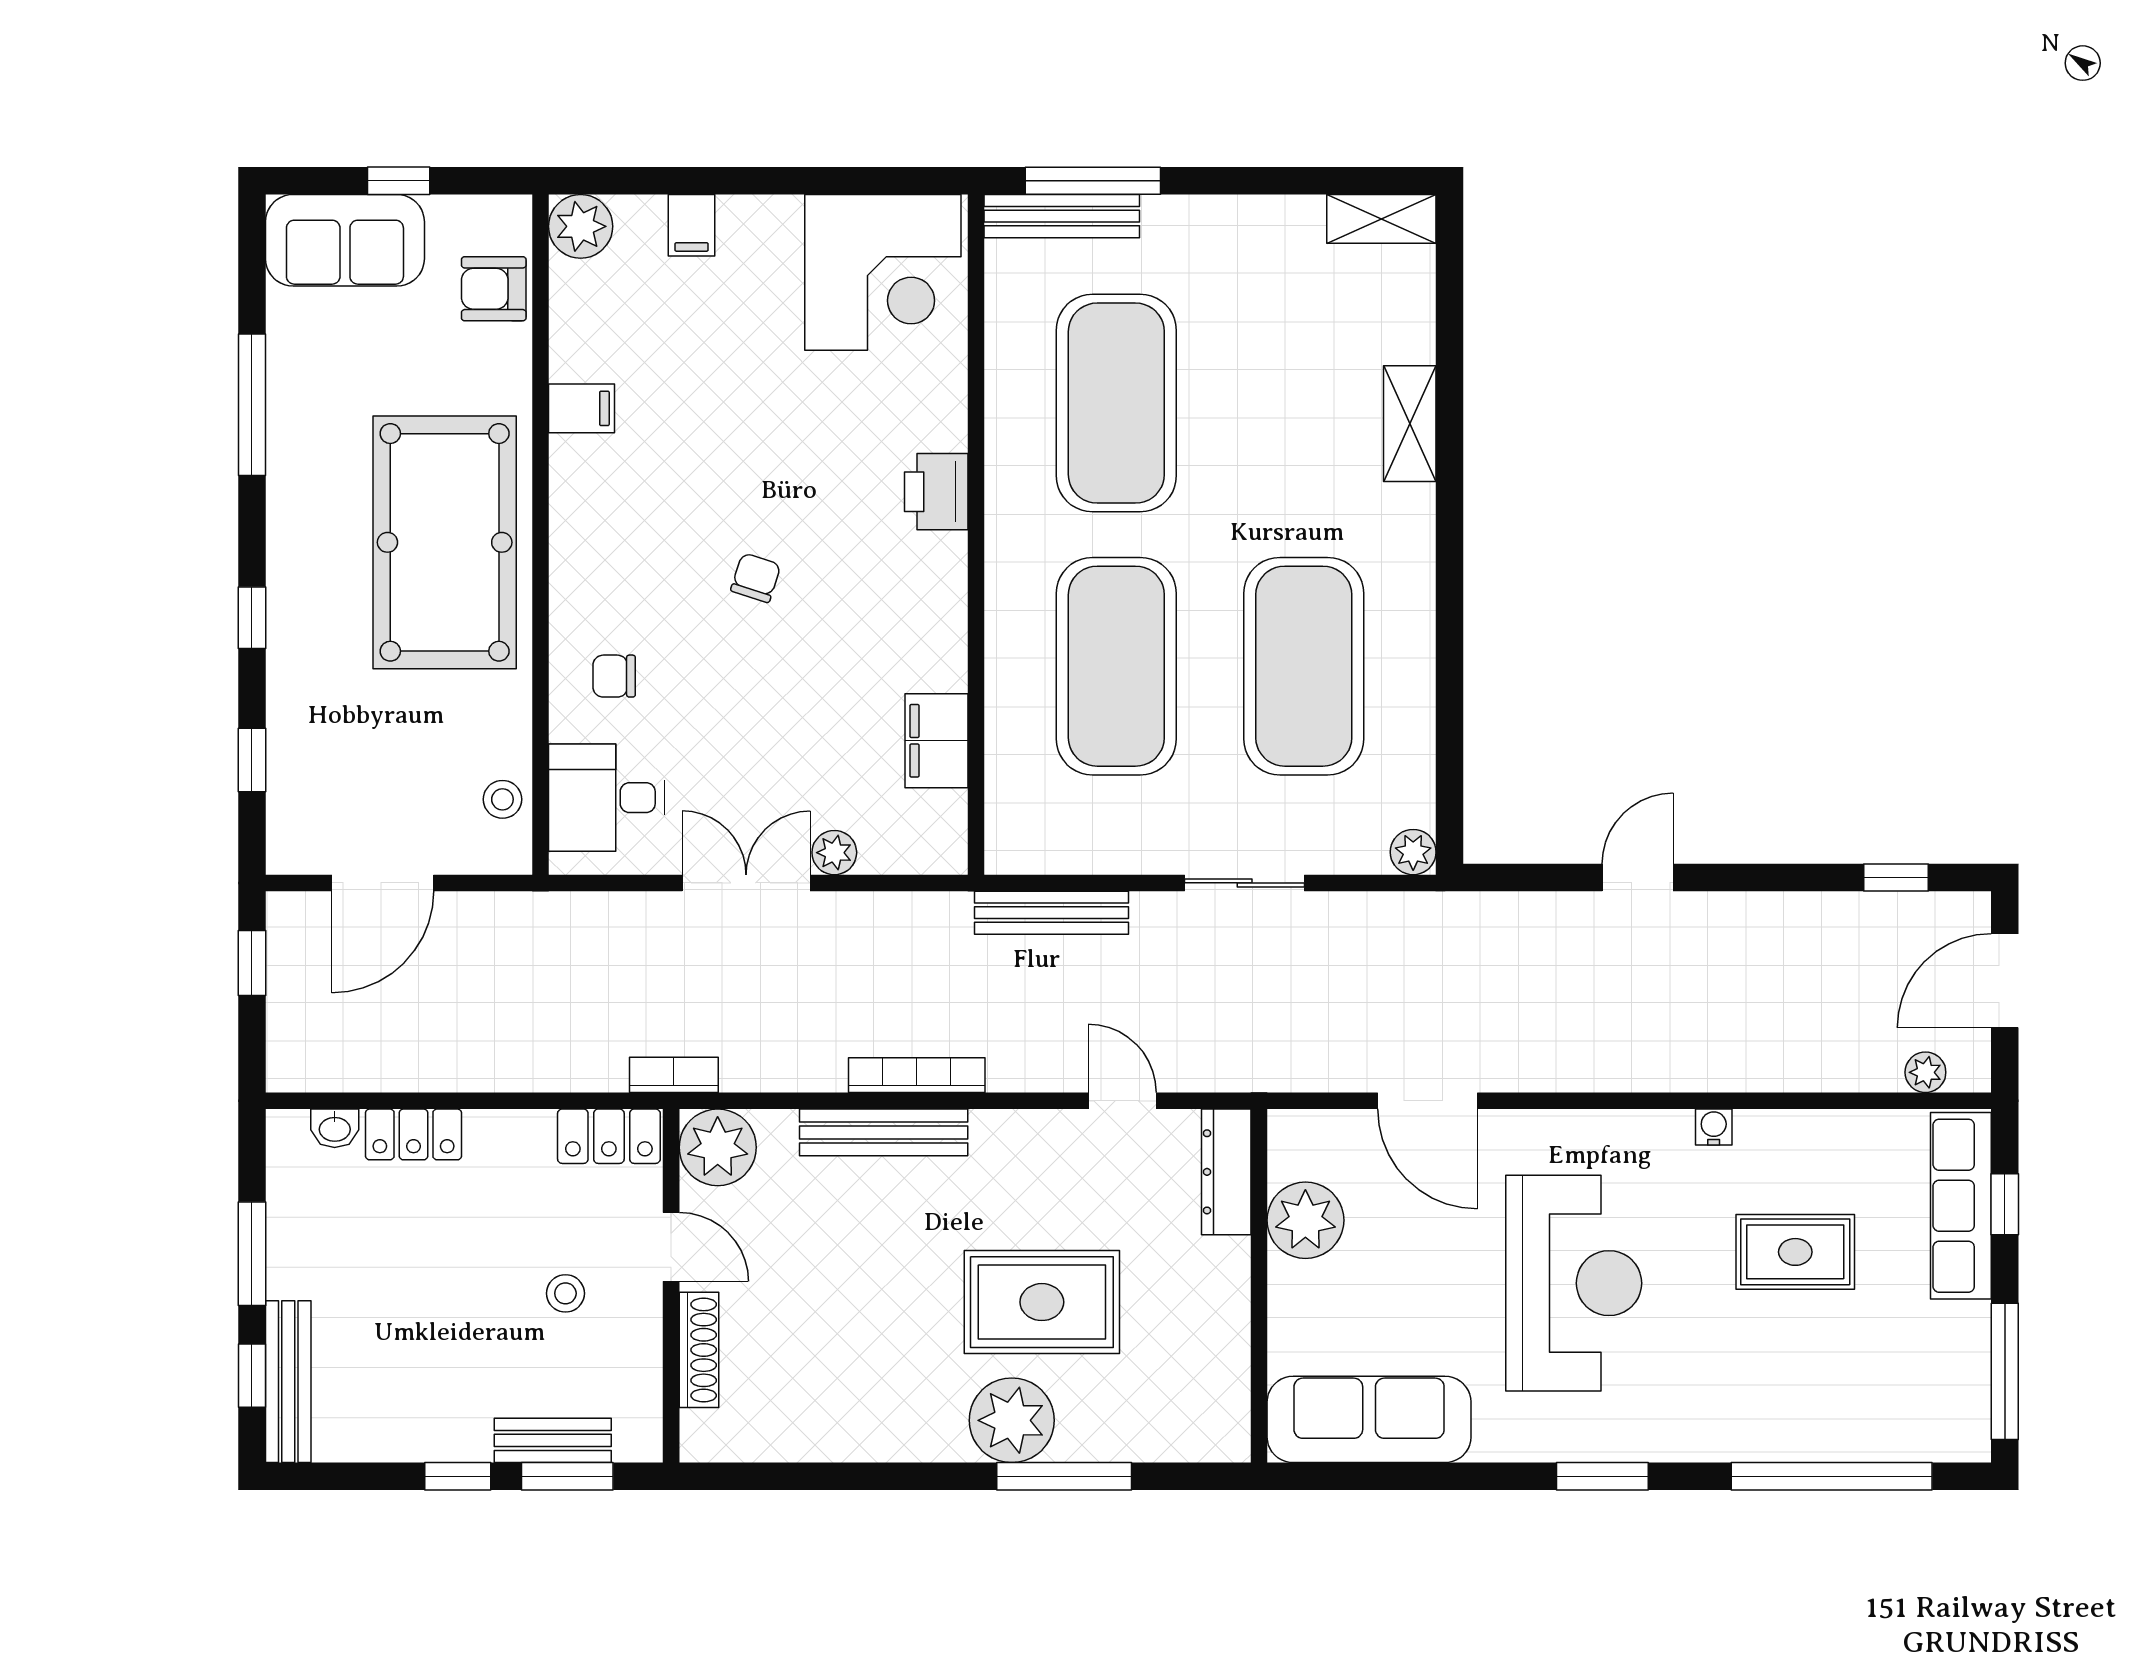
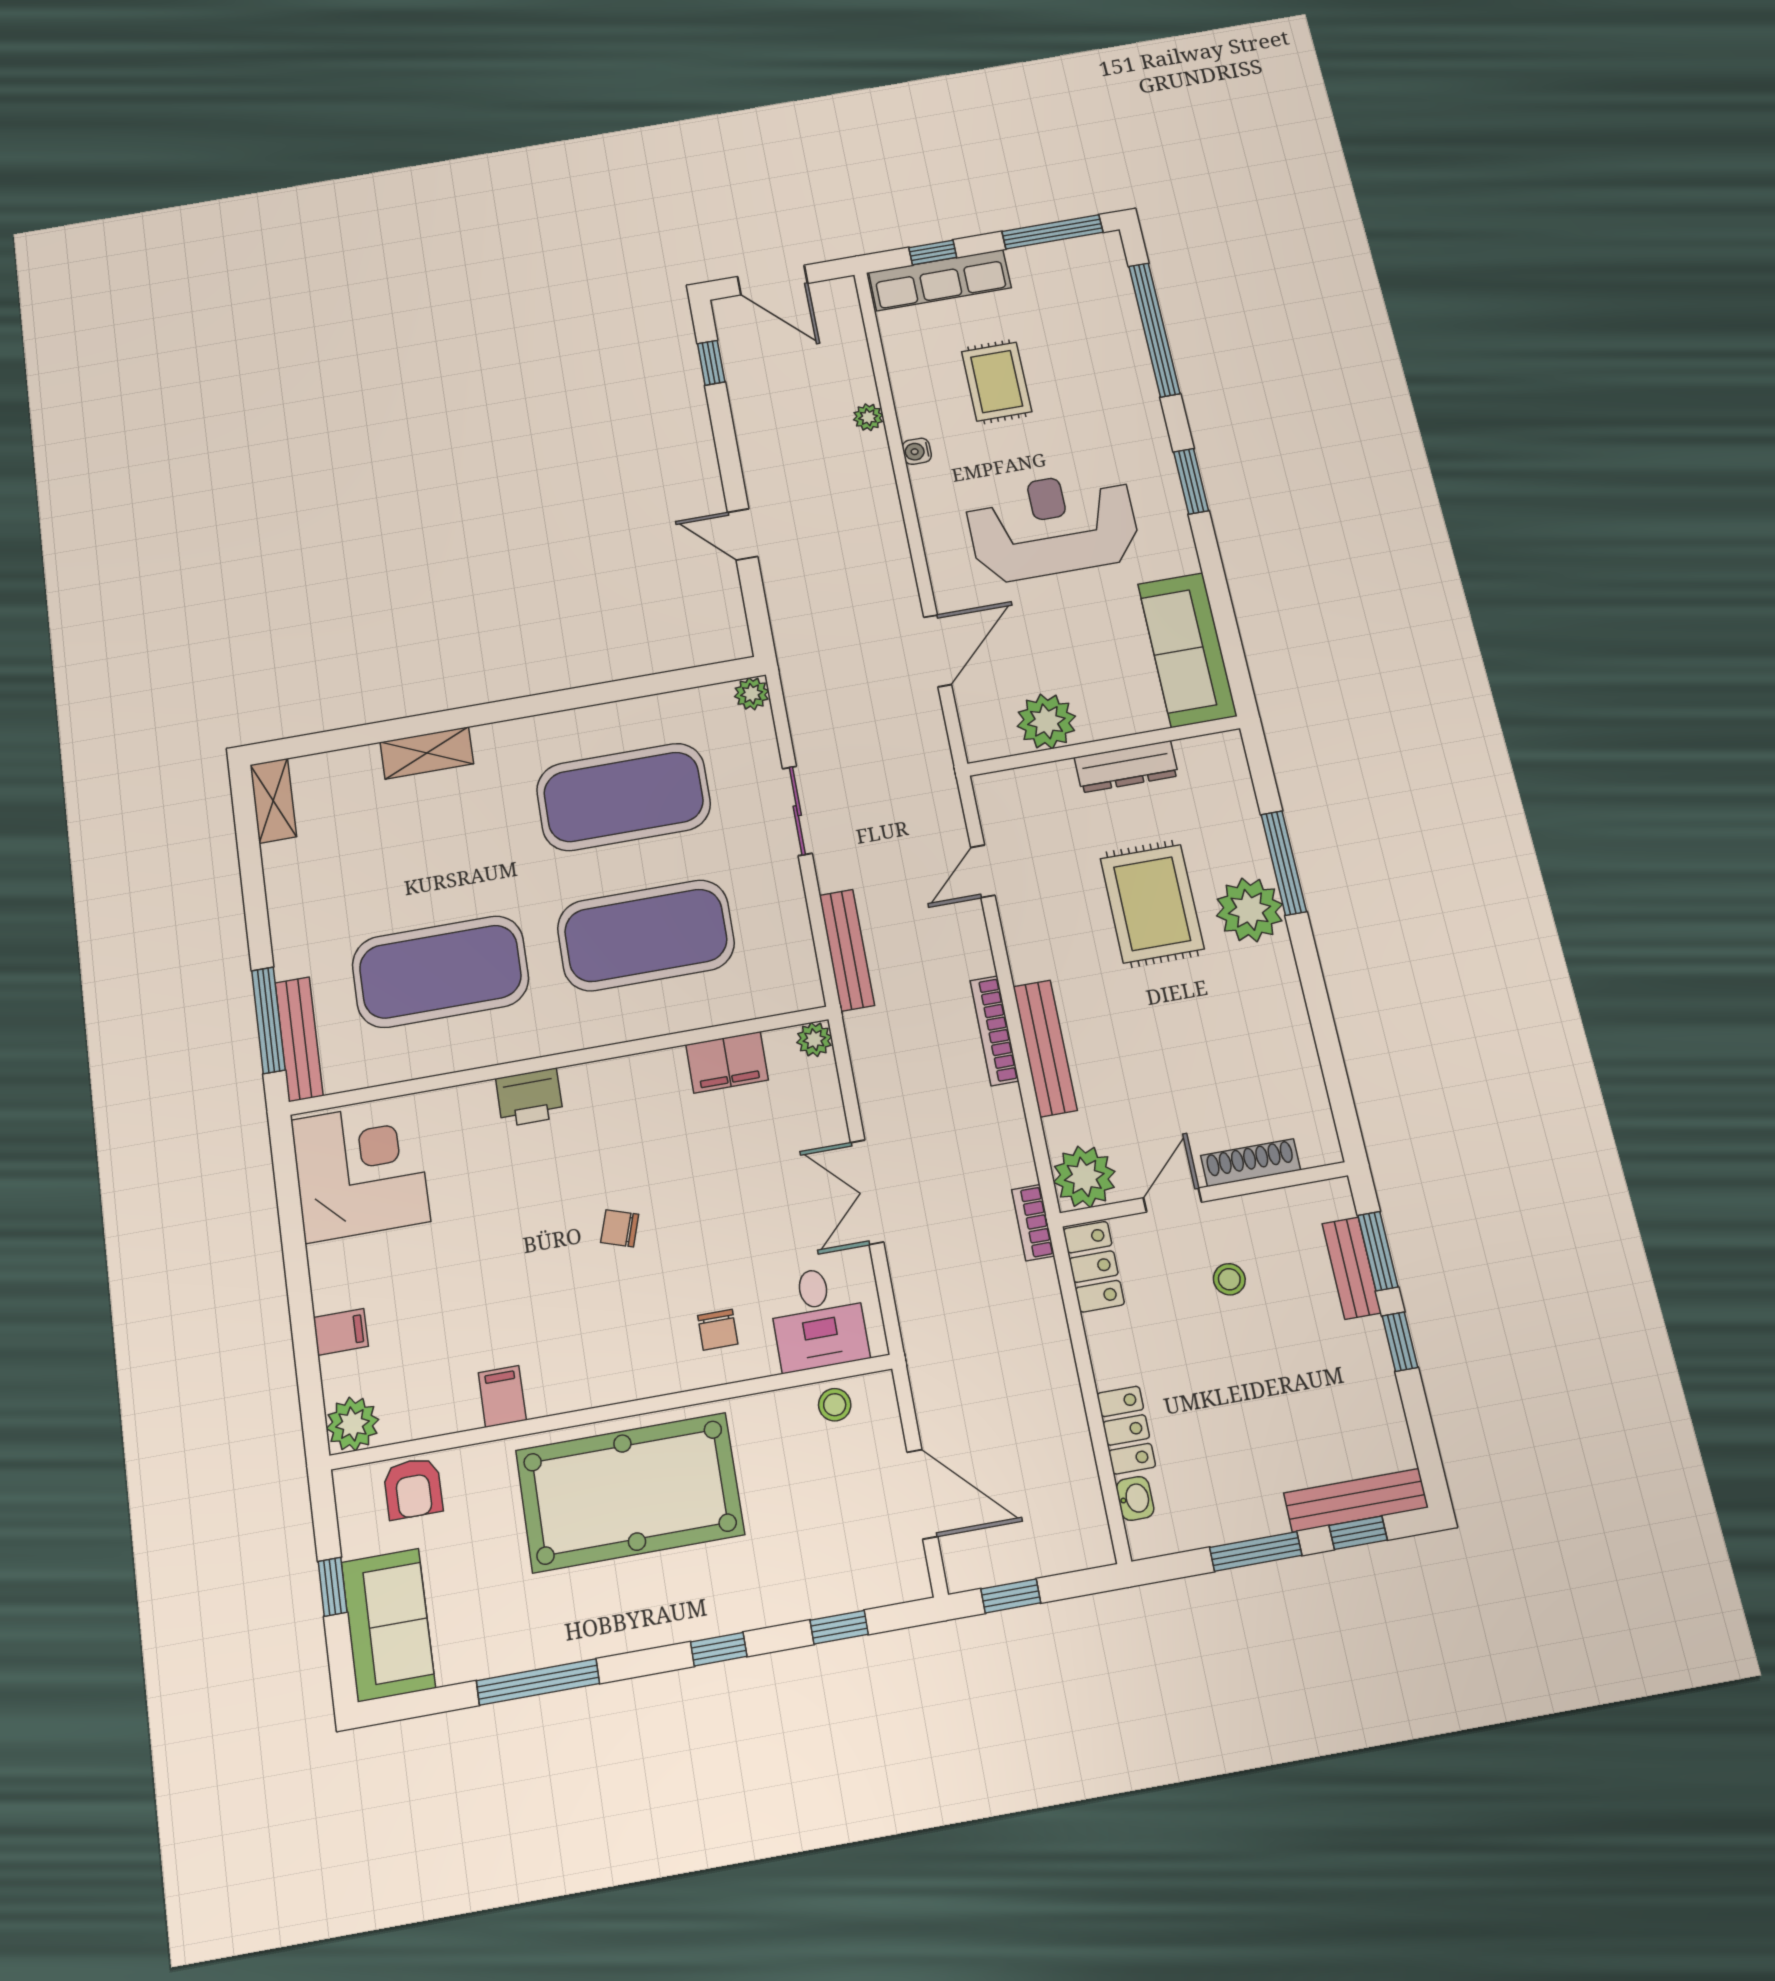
plant: (834, 853) -> (814, 1039), moved
plant: (1925, 1072) -> (868, 417), moved
dresser: (1226, 1172) -> (1126, 767), moved

